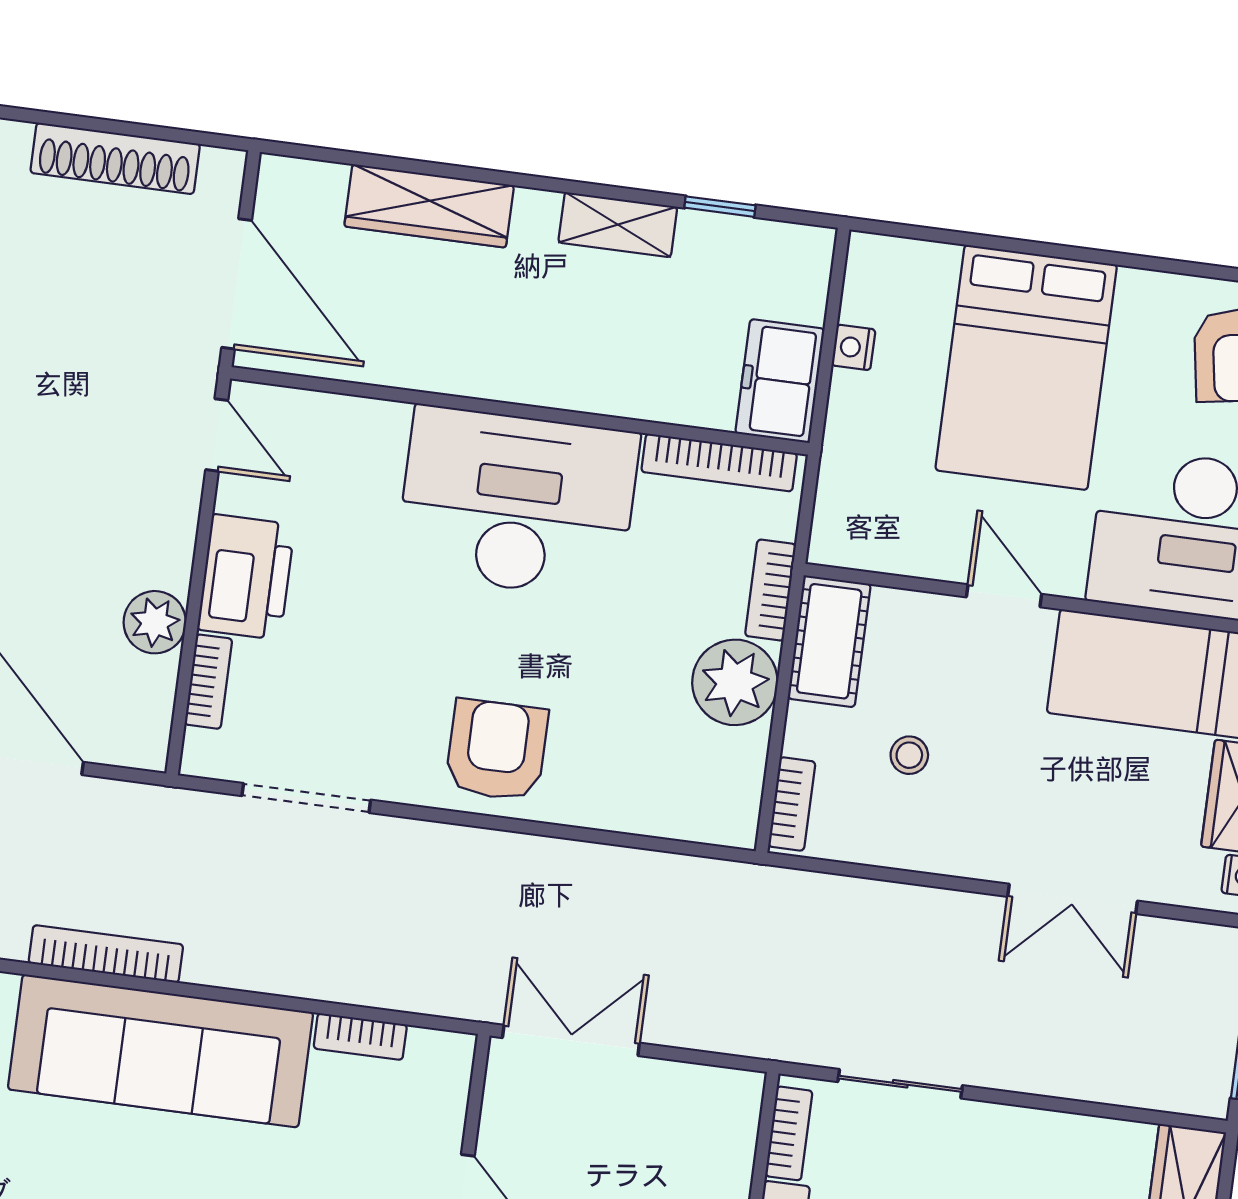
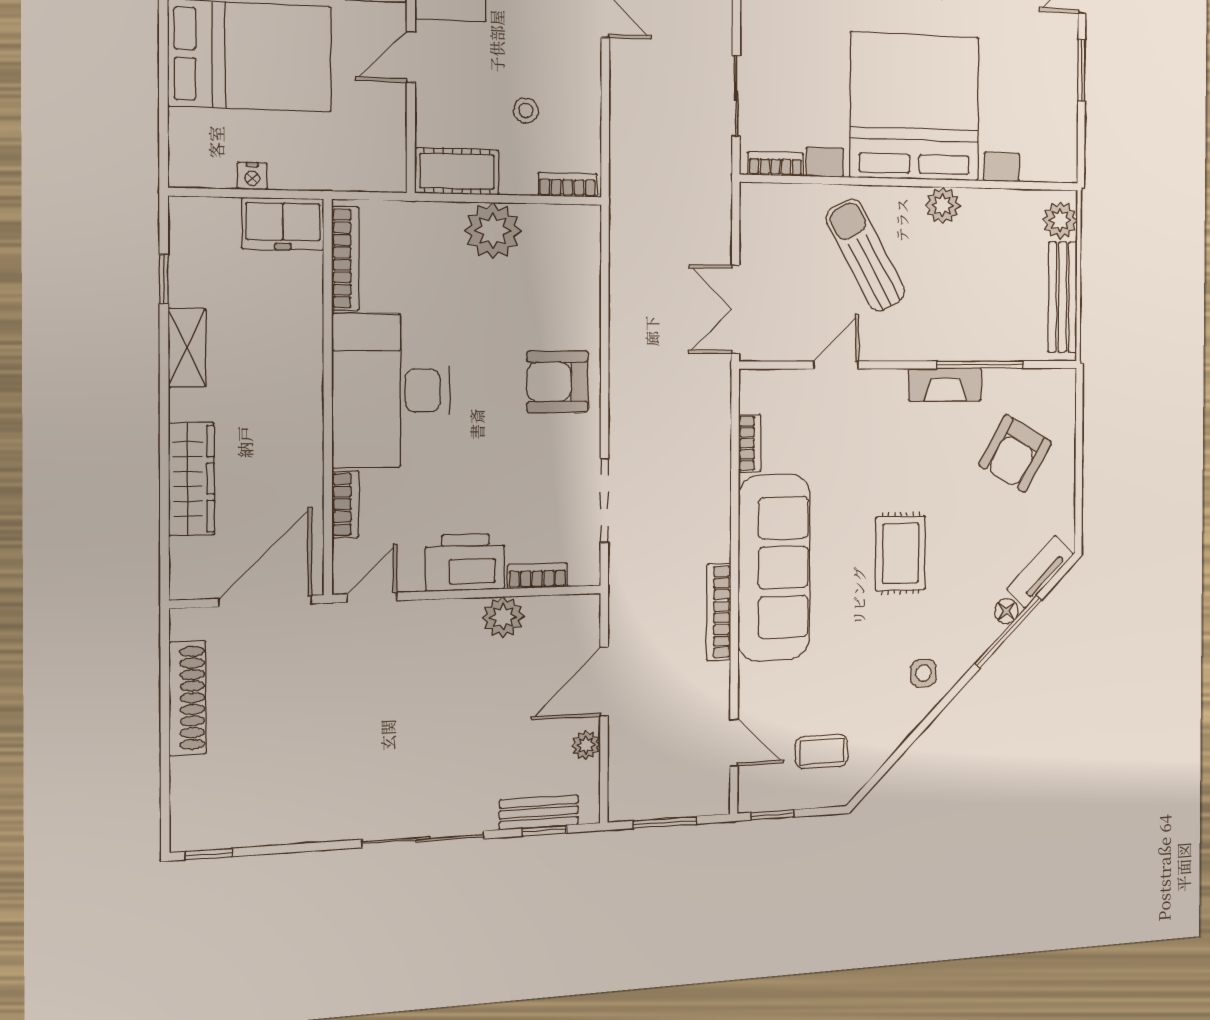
bookcase: (771, 590) -> (345, 504), moved, turned -90

